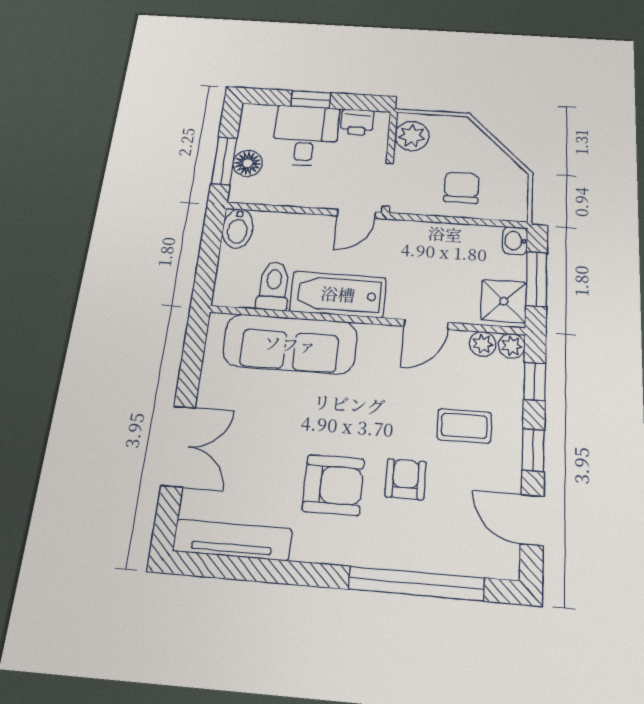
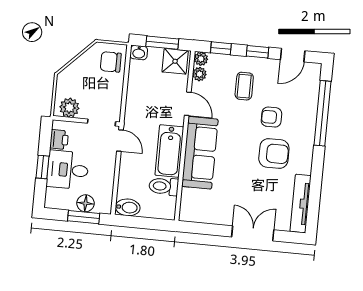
chair: (461, 188) -> (111, 62), moved
sofa: (290, 344) -> (200, 153), moved
armchair: (333, 485) -> (274, 153), turned 90

